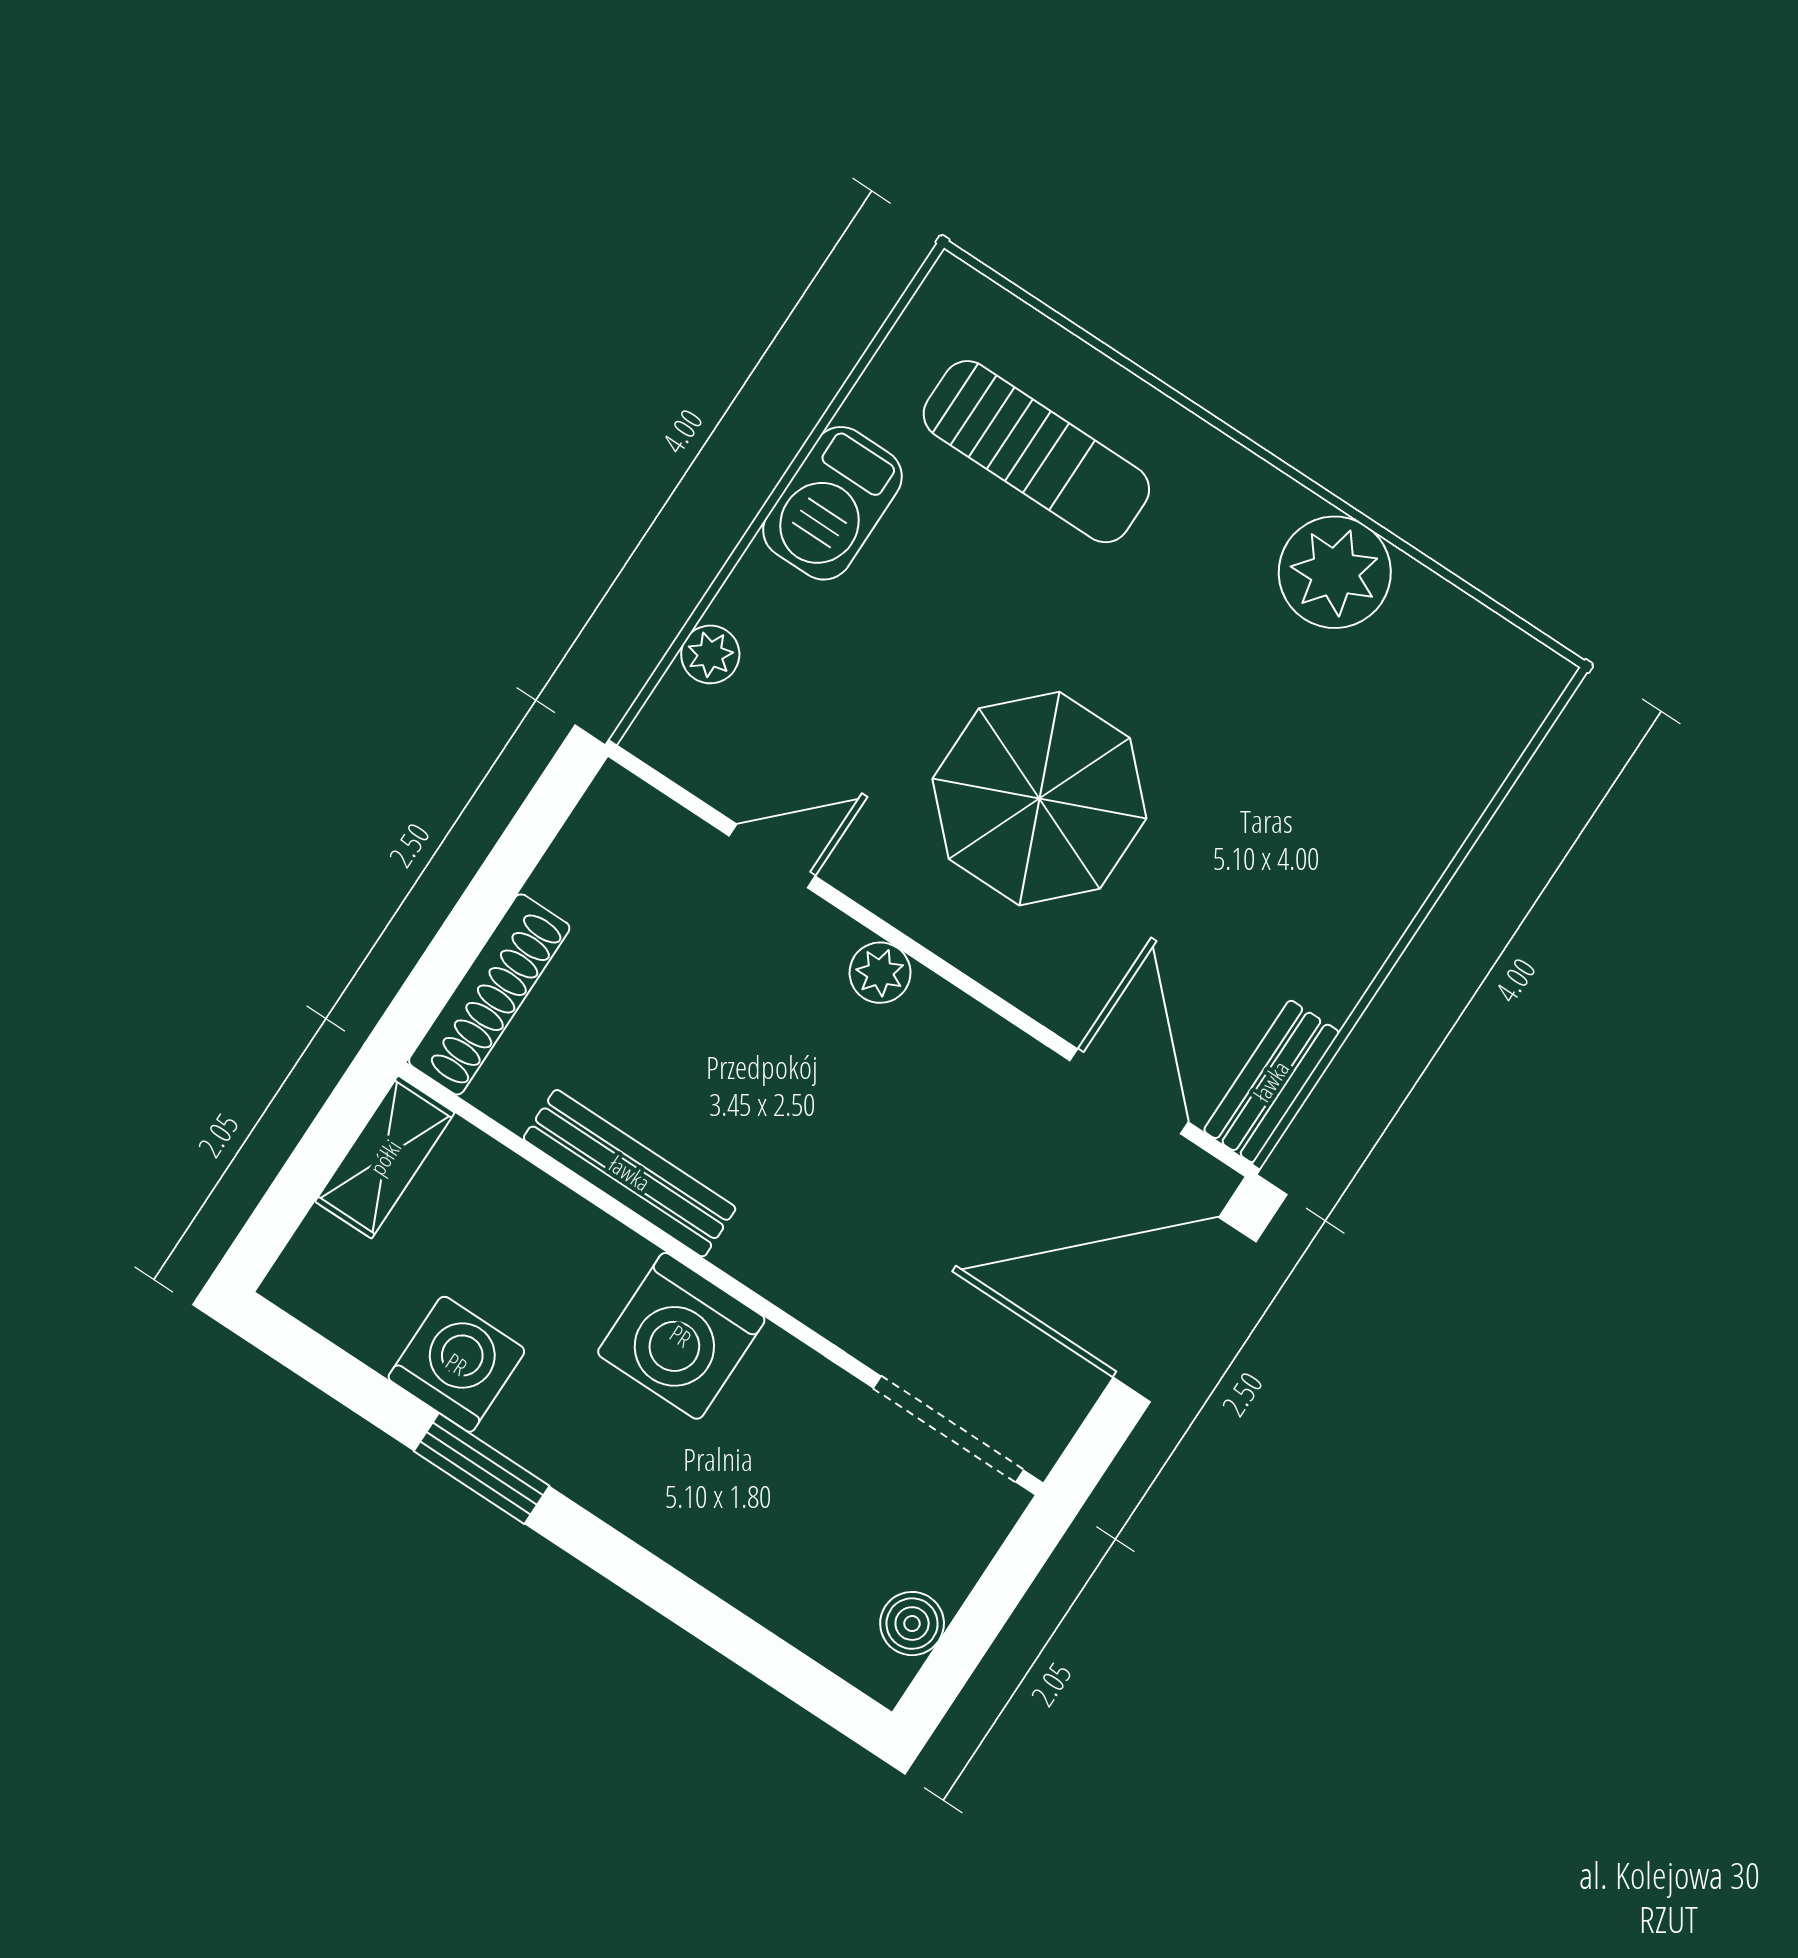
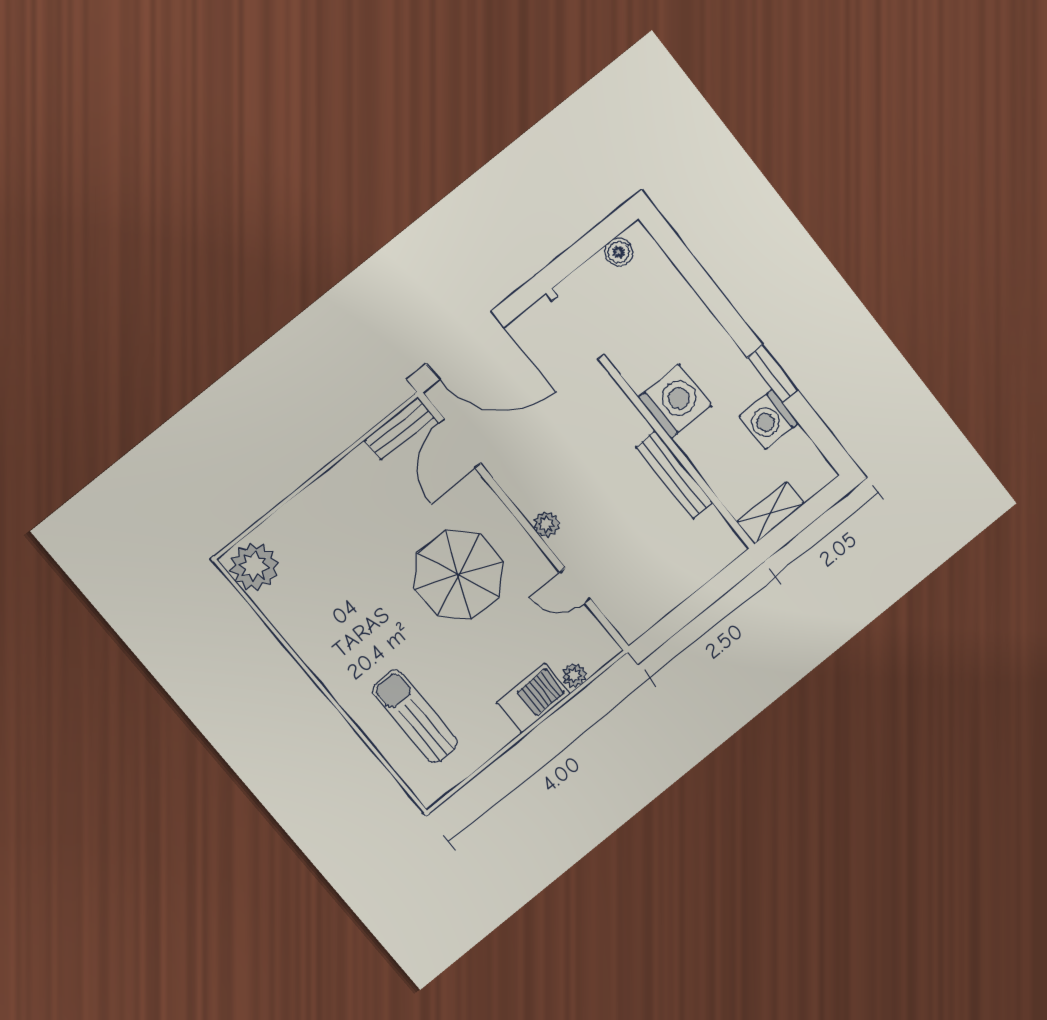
barbecue: (832, 503) -> (533, 698), moved
plant: (1335, 572) -> (254, 567), moved
shoe rack: (489, 994) -> (707, 565), removed

